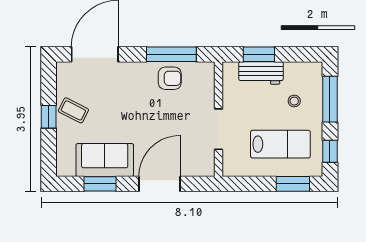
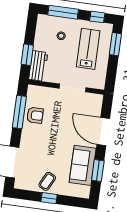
workbench: (261, 73) -> (38, 66), moved
armchair: (170, 78) -> (35, 115), turned 90

